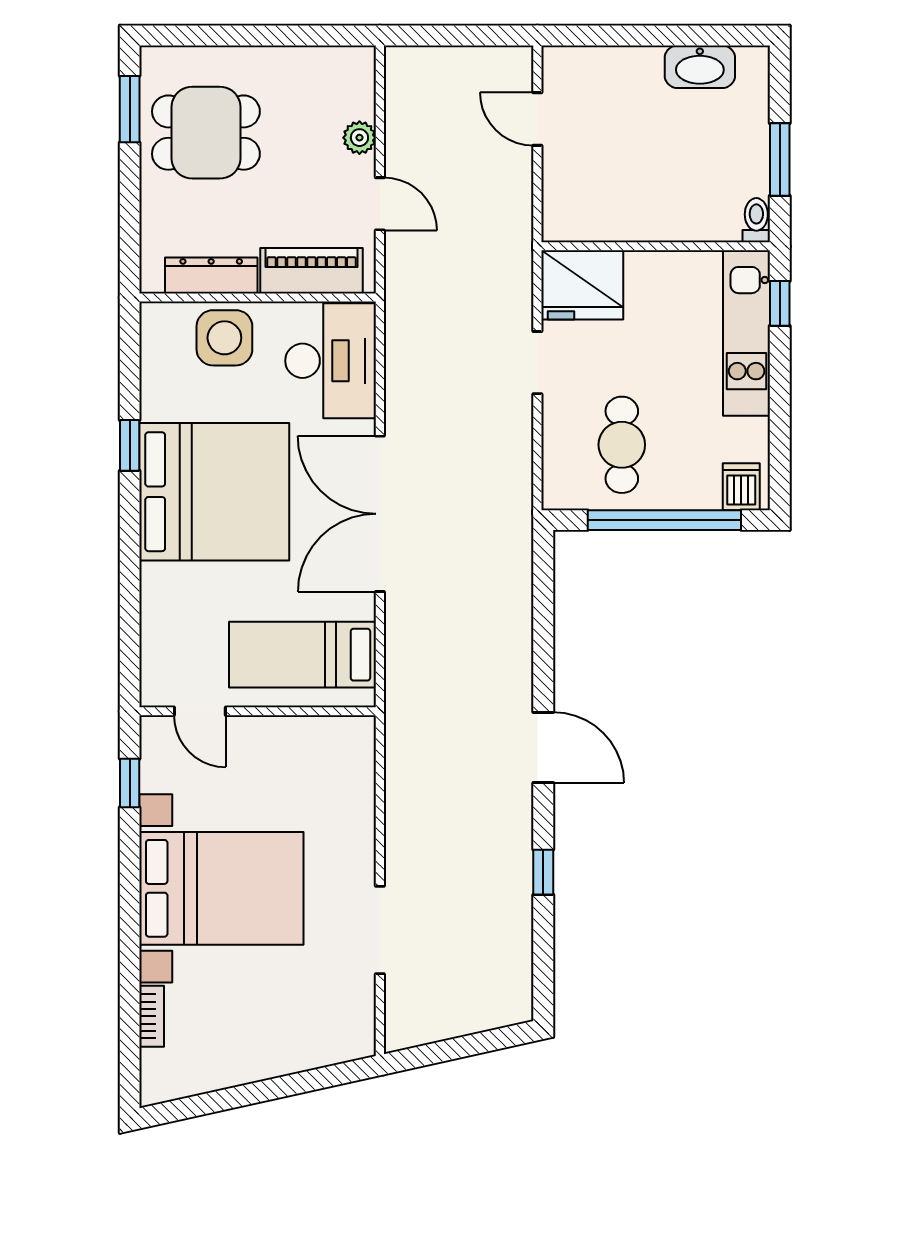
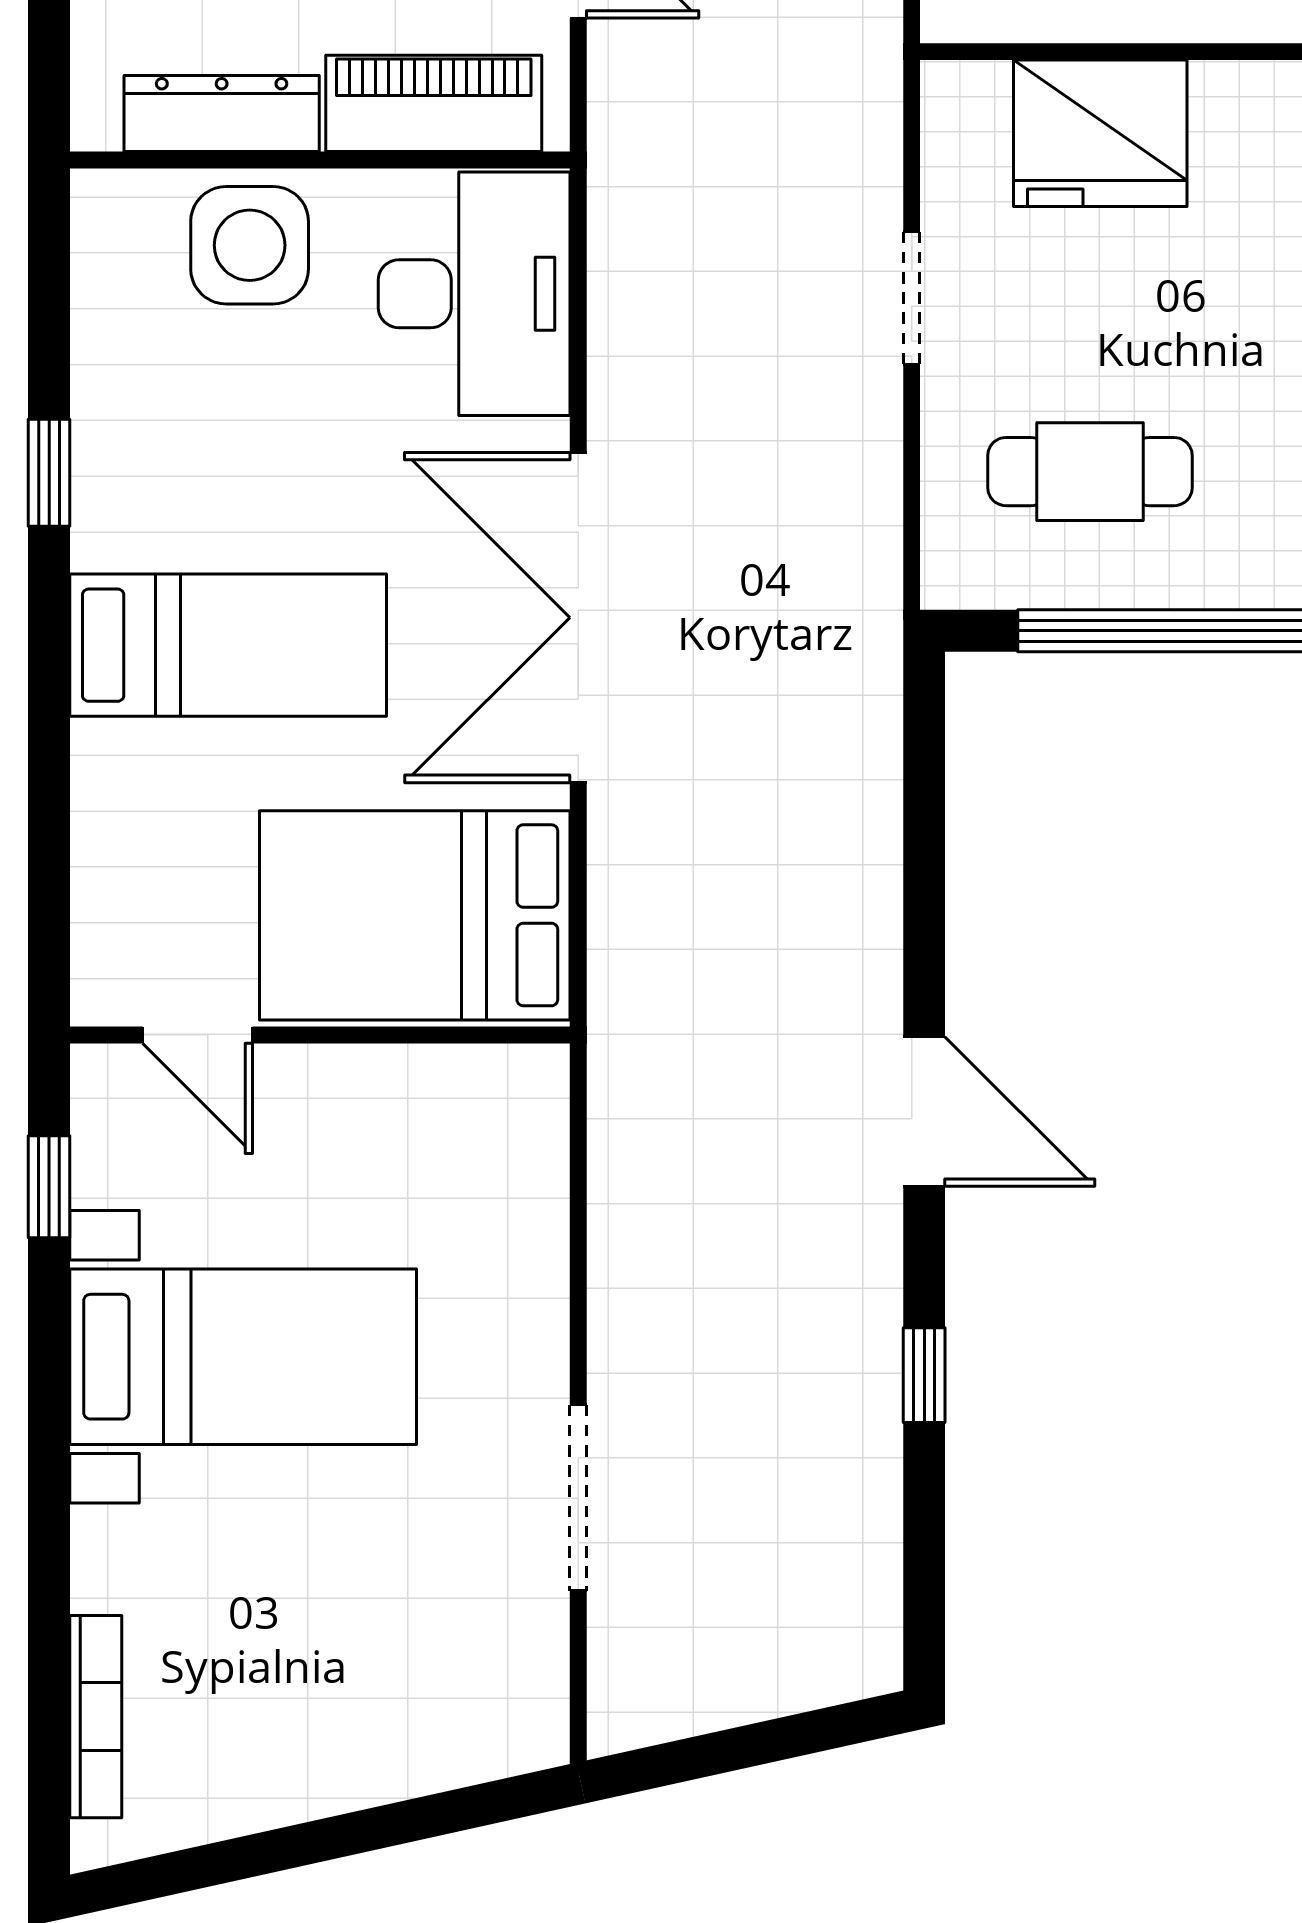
fridge: (582, 285) -> (1100, 133), moved
cafe table: (622, 445) -> (1090, 472), turned 90
bed: (214, 492) -> (228, 645), width x0.49
bed: (303, 655) -> (415, 915), width x1.50
bed with nightstands: (221, 888) -> (243, 1357), width x0.73
bookcase: (152, 1016) -> (96, 1717), width x1.56

